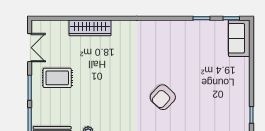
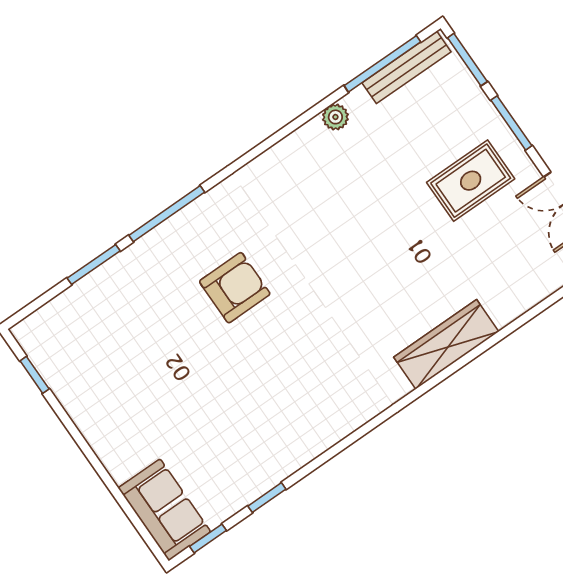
wardrobe: (90, 28) -> (446, 344), moved
armchair: (163, 97) -> (235, 288), turned 47

